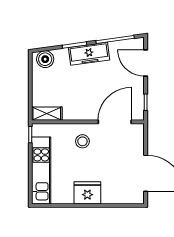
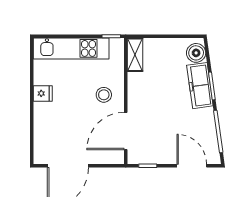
freezer: (89, 54) -> (200, 86), moved
door: (146, 63) -> (192, 166), hinge flipped
door: (115, 122) -> (126, 131), swing flipped
fridge: (87, 193) -> (43, 93), width x0.53, depth x0.75

